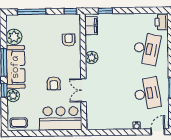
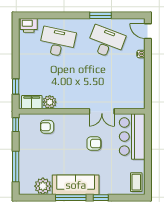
plant: (92, 58) -> (50, 102), moved
desk: (147, 93) -> (106, 42), turned 30
plant: (13, 96) -> (107, 188), removed

